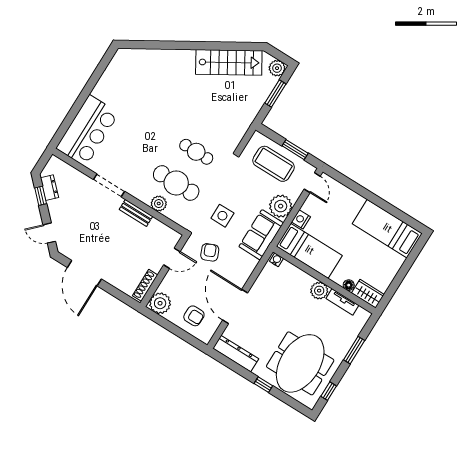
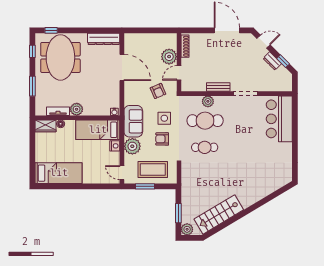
dresser: (49, 188) -> (272, 61), moved
plant: (160, 303) -> (169, 57), moved
armchair: (194, 316) -> (162, 139), moved
window: (263, 385) -> (51, 30), moved

